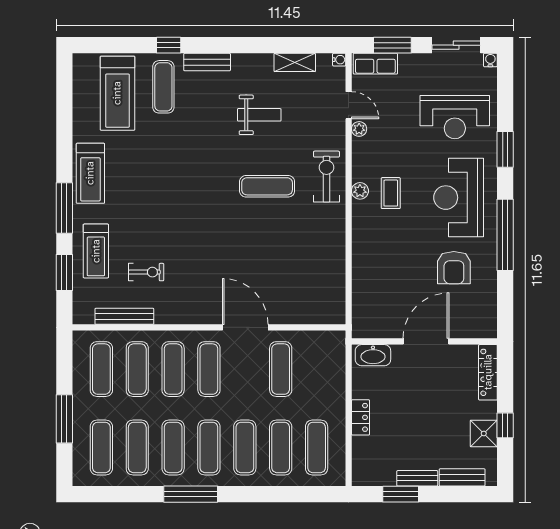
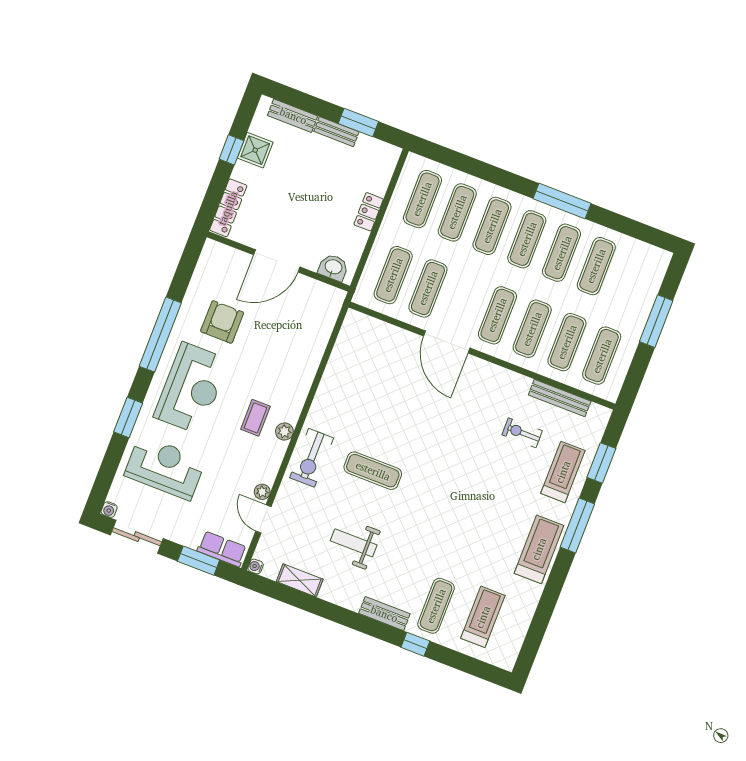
treadmill: (117, 93) -> (483, 617), width x0.73, depth x0.73
washbasin: (373, 355) -> (333, 267), width x0.72
exercise mat: (101, 447) -> (393, 275), moved

